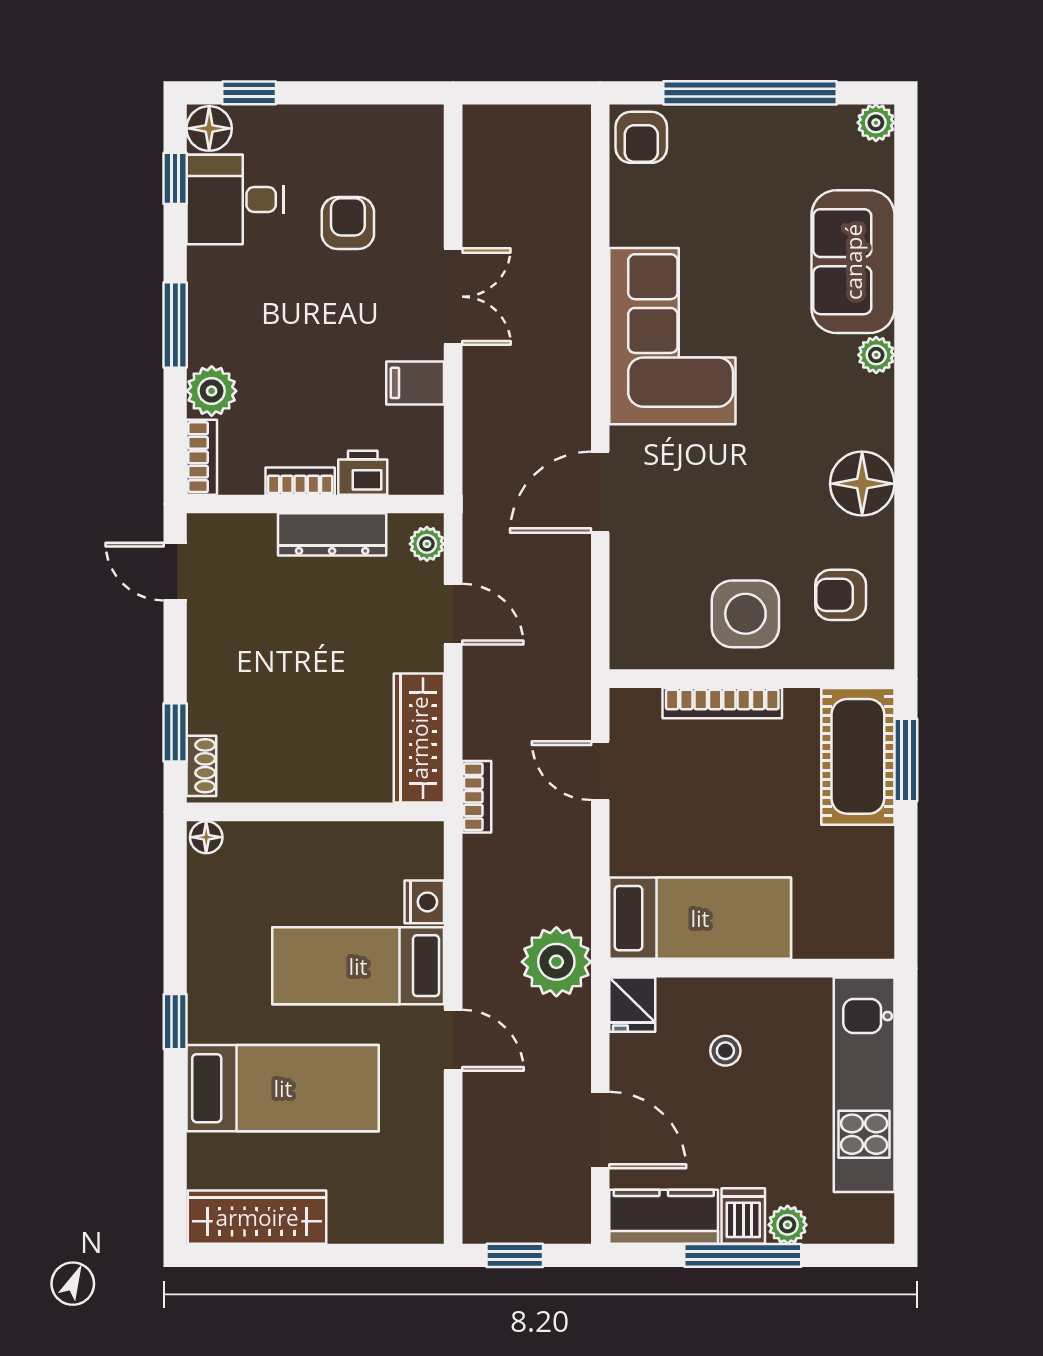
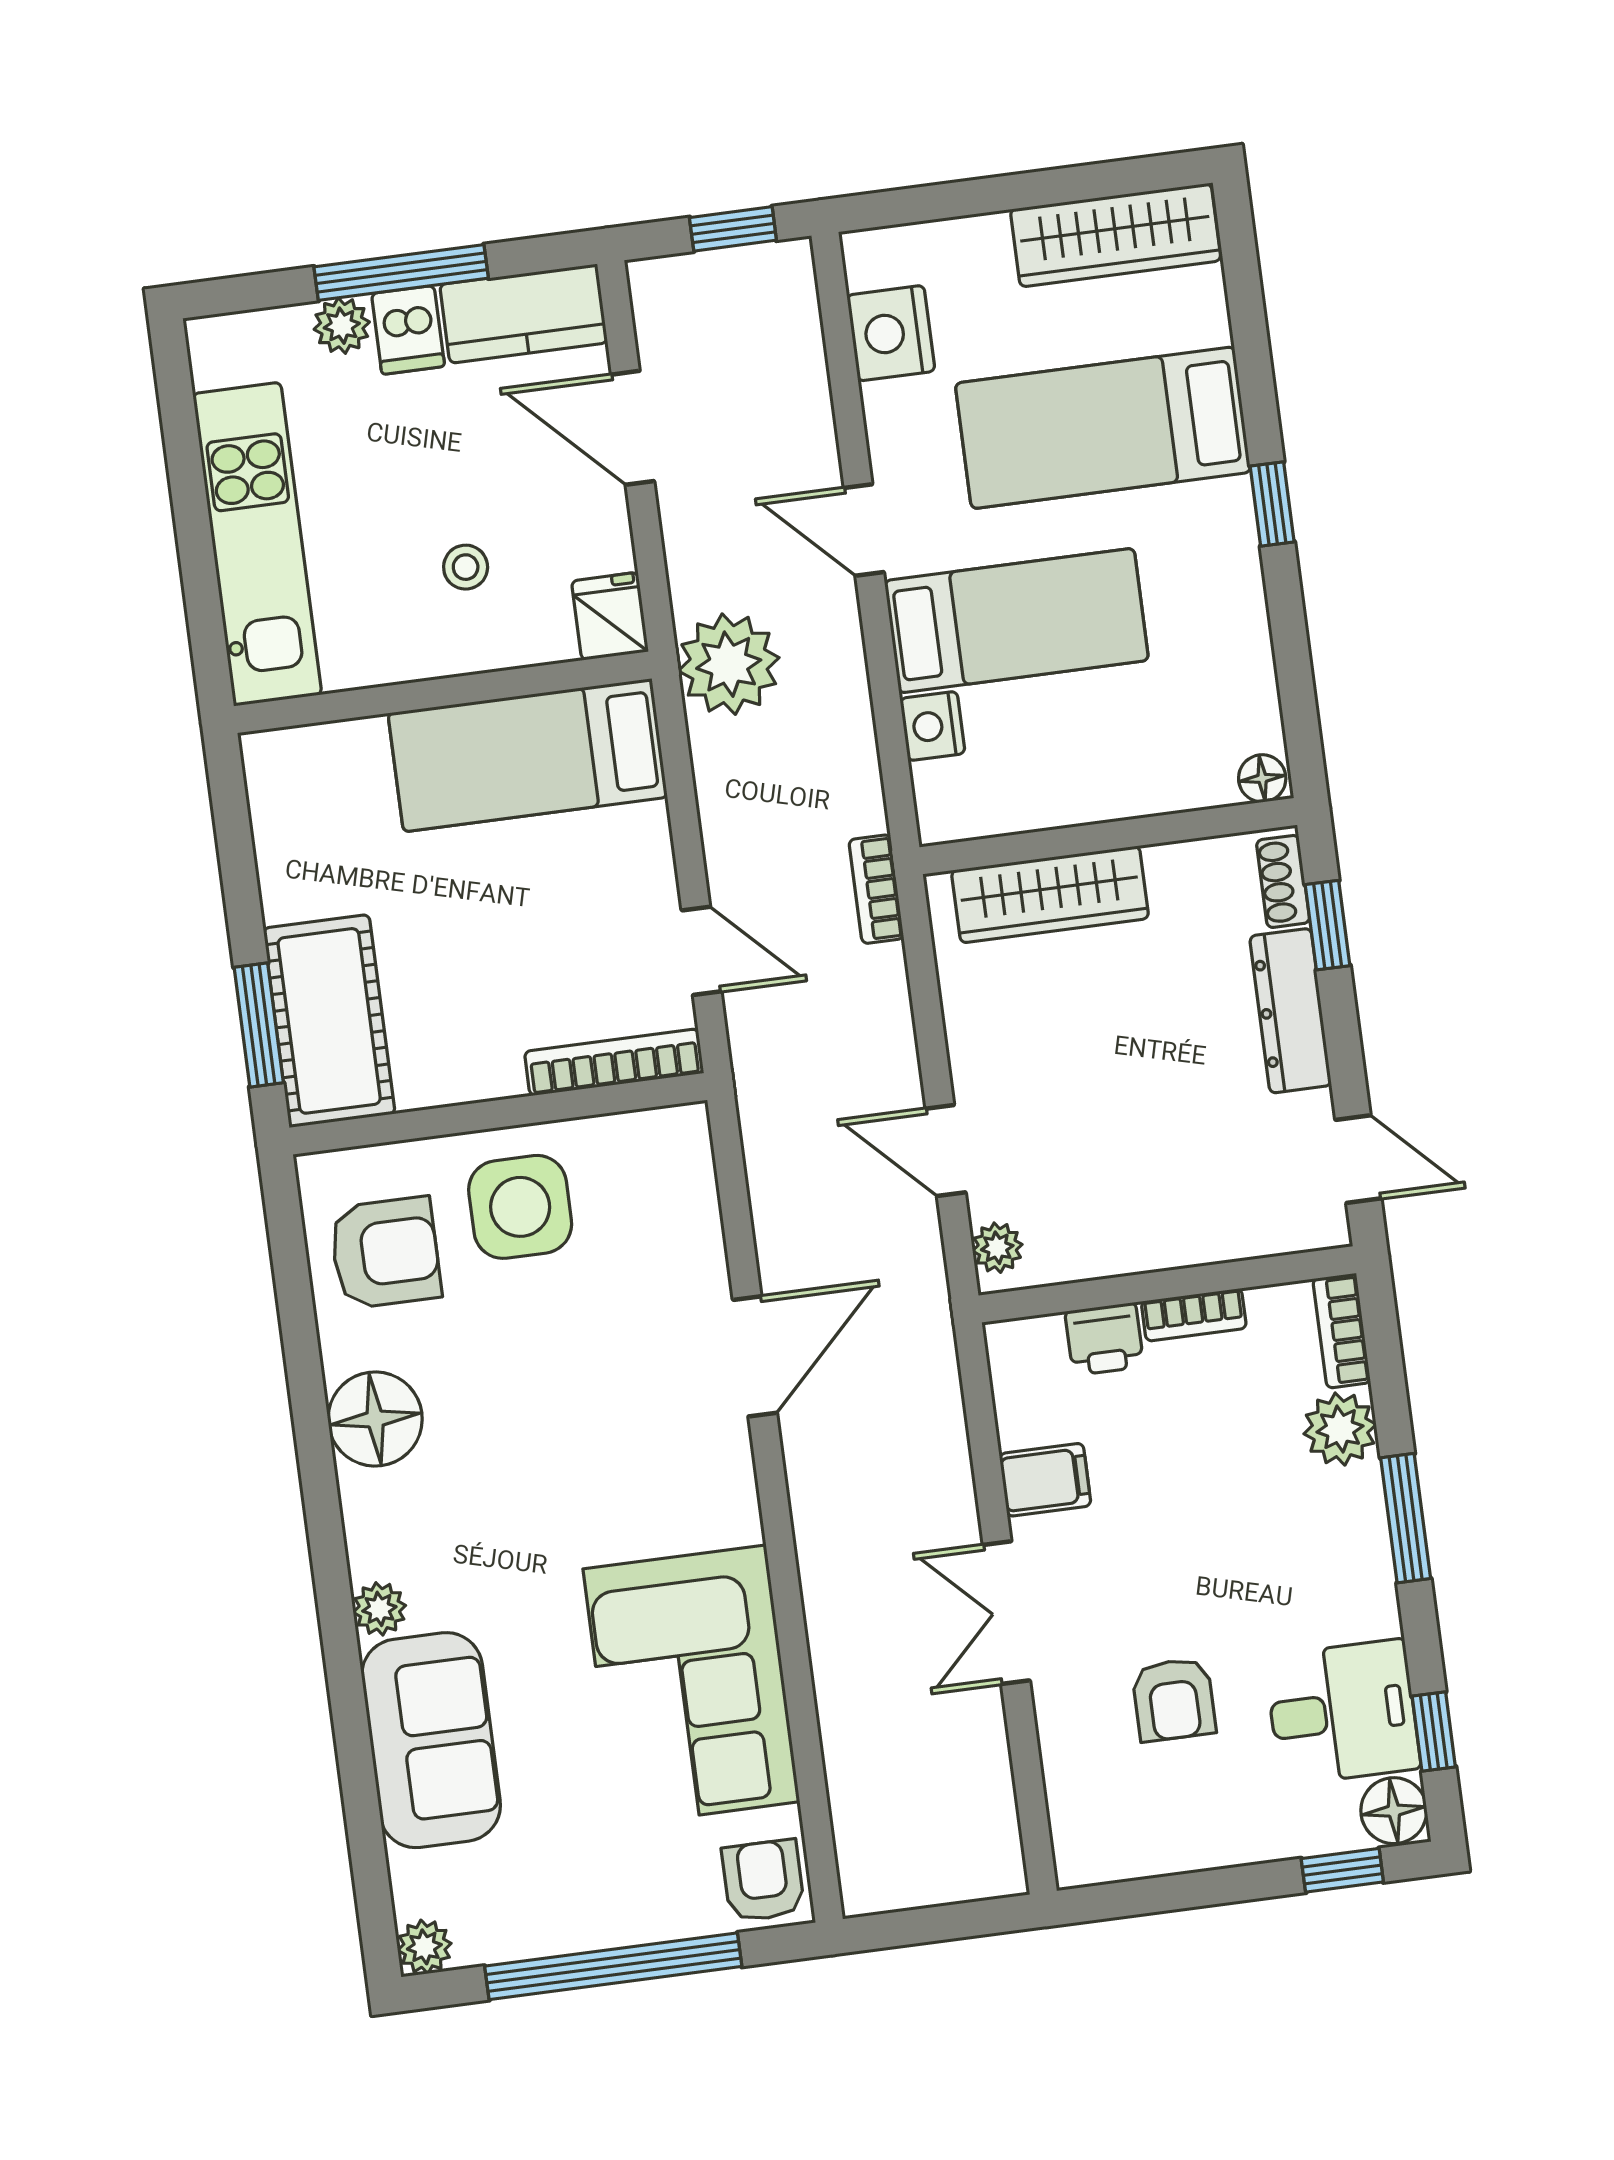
corner sofa: (672, 336) -> (691, 1685), moved
dresser: (332, 534) -> (1291, 1011), moved, turned -90
armchair: (841, 595) -> (385, 1253), width x1.38, depth x1.38
bookcase: (722, 703) -> (614, 1062), moved
wardrobe: (419, 738) -> (1050, 894), moved, turned 90
nightstand: (417, 1171) -> (891, 333), added

